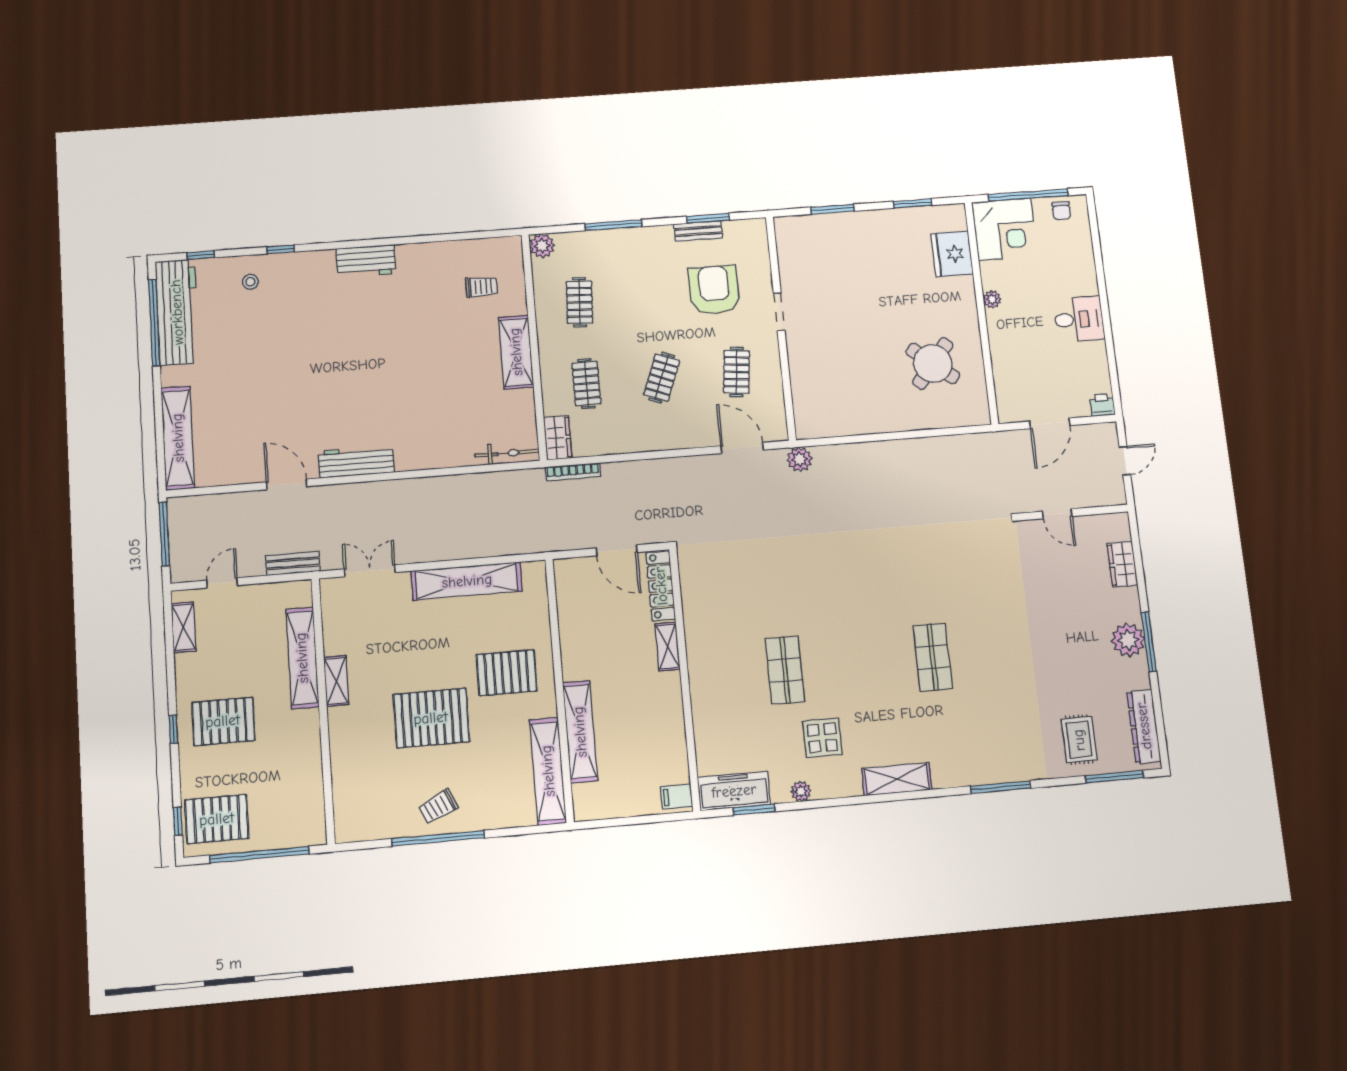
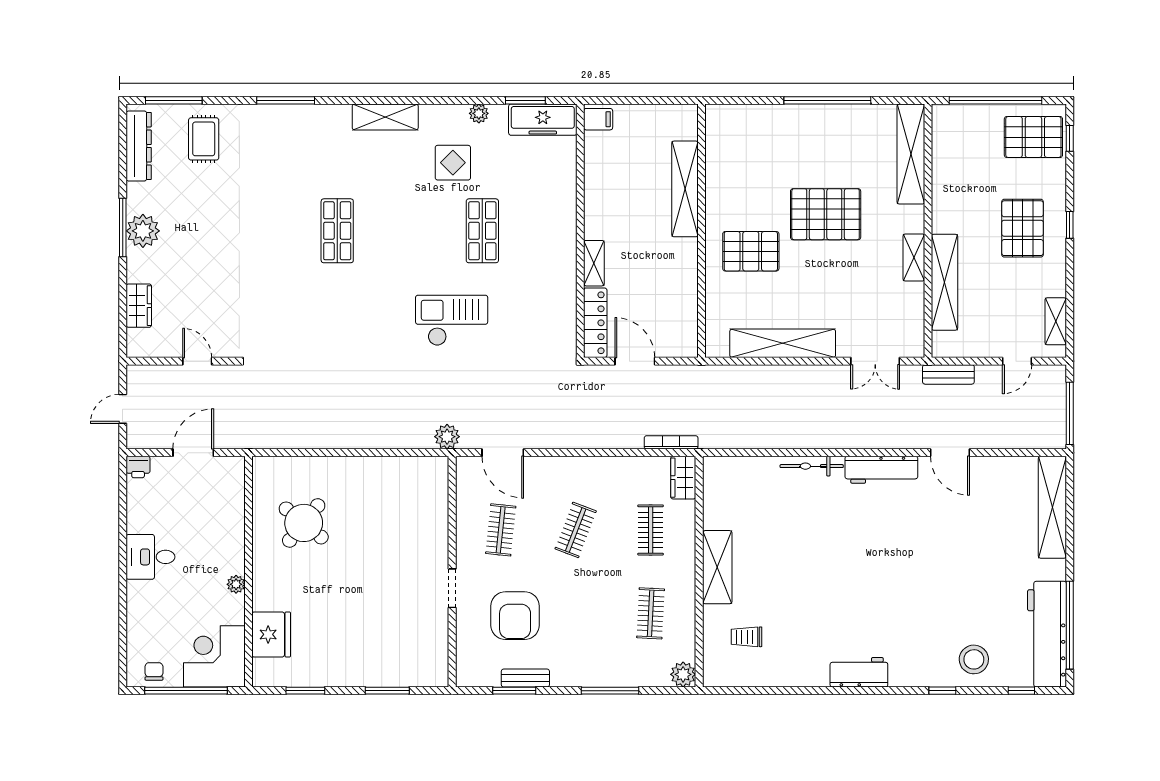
stool: (250, 282) -> (974, 659), width x1.89, depth x1.89
bicycle: (507, 453) -> (812, 466), moved
checkout: (807, 576) -> (452, 320), added
pallet: (223, 721) -> (1022, 228), turned 90
shelving: (548, 771) -> (911, 154), moved
trolley: (438, 807) -> (825, 130), removed

